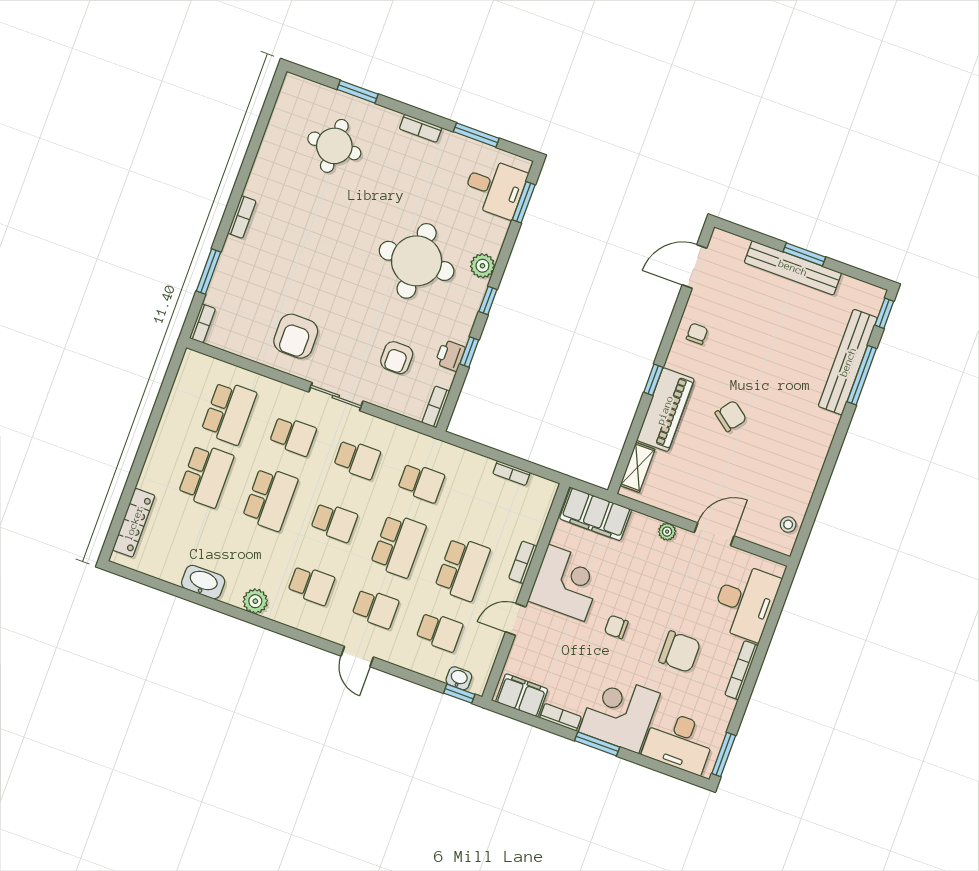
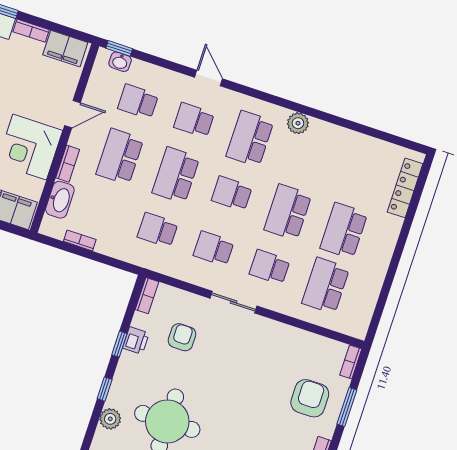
armchair: (296, 336) -> (310, 398), moved
washbasin: (203, 582) -> (60, 200), moved, turned -90
school desk: (311, 585) -> (250, 139), width x1.85

